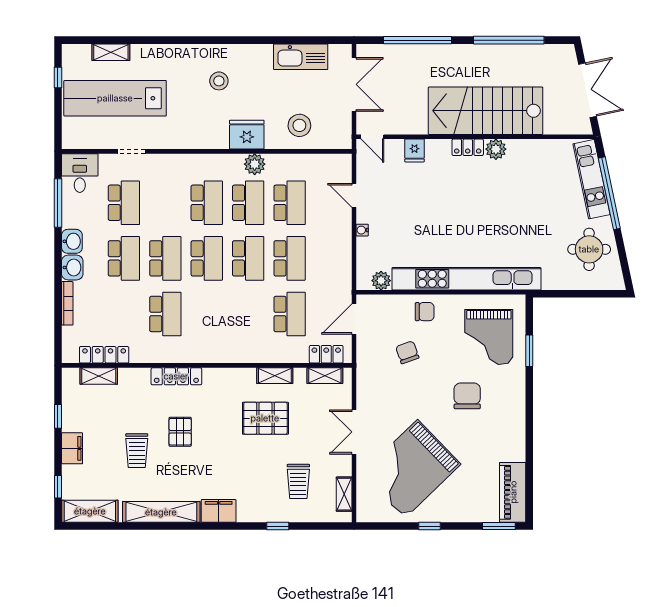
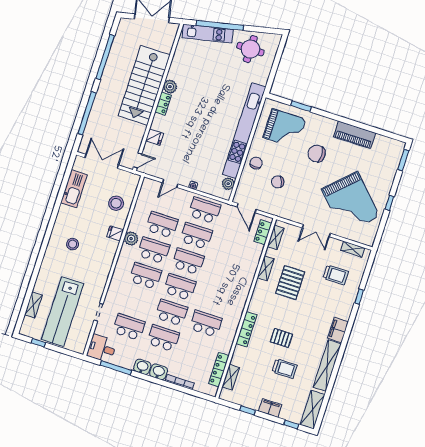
fridge: (247, 135) -> (115, 233), width x0.53, depth x0.75
school desk: (290, 314) -> (204, 210), moved
piano: (513, 492) -> (355, 135), moved

